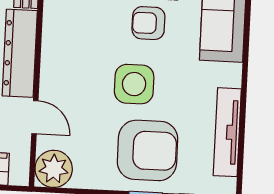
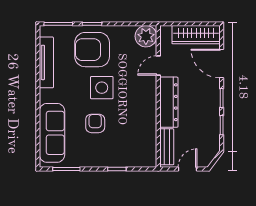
armchair: (148, 23) -> (95, 123), turned -90
door: (35, 117) -> (158, 66), hinge flipped

